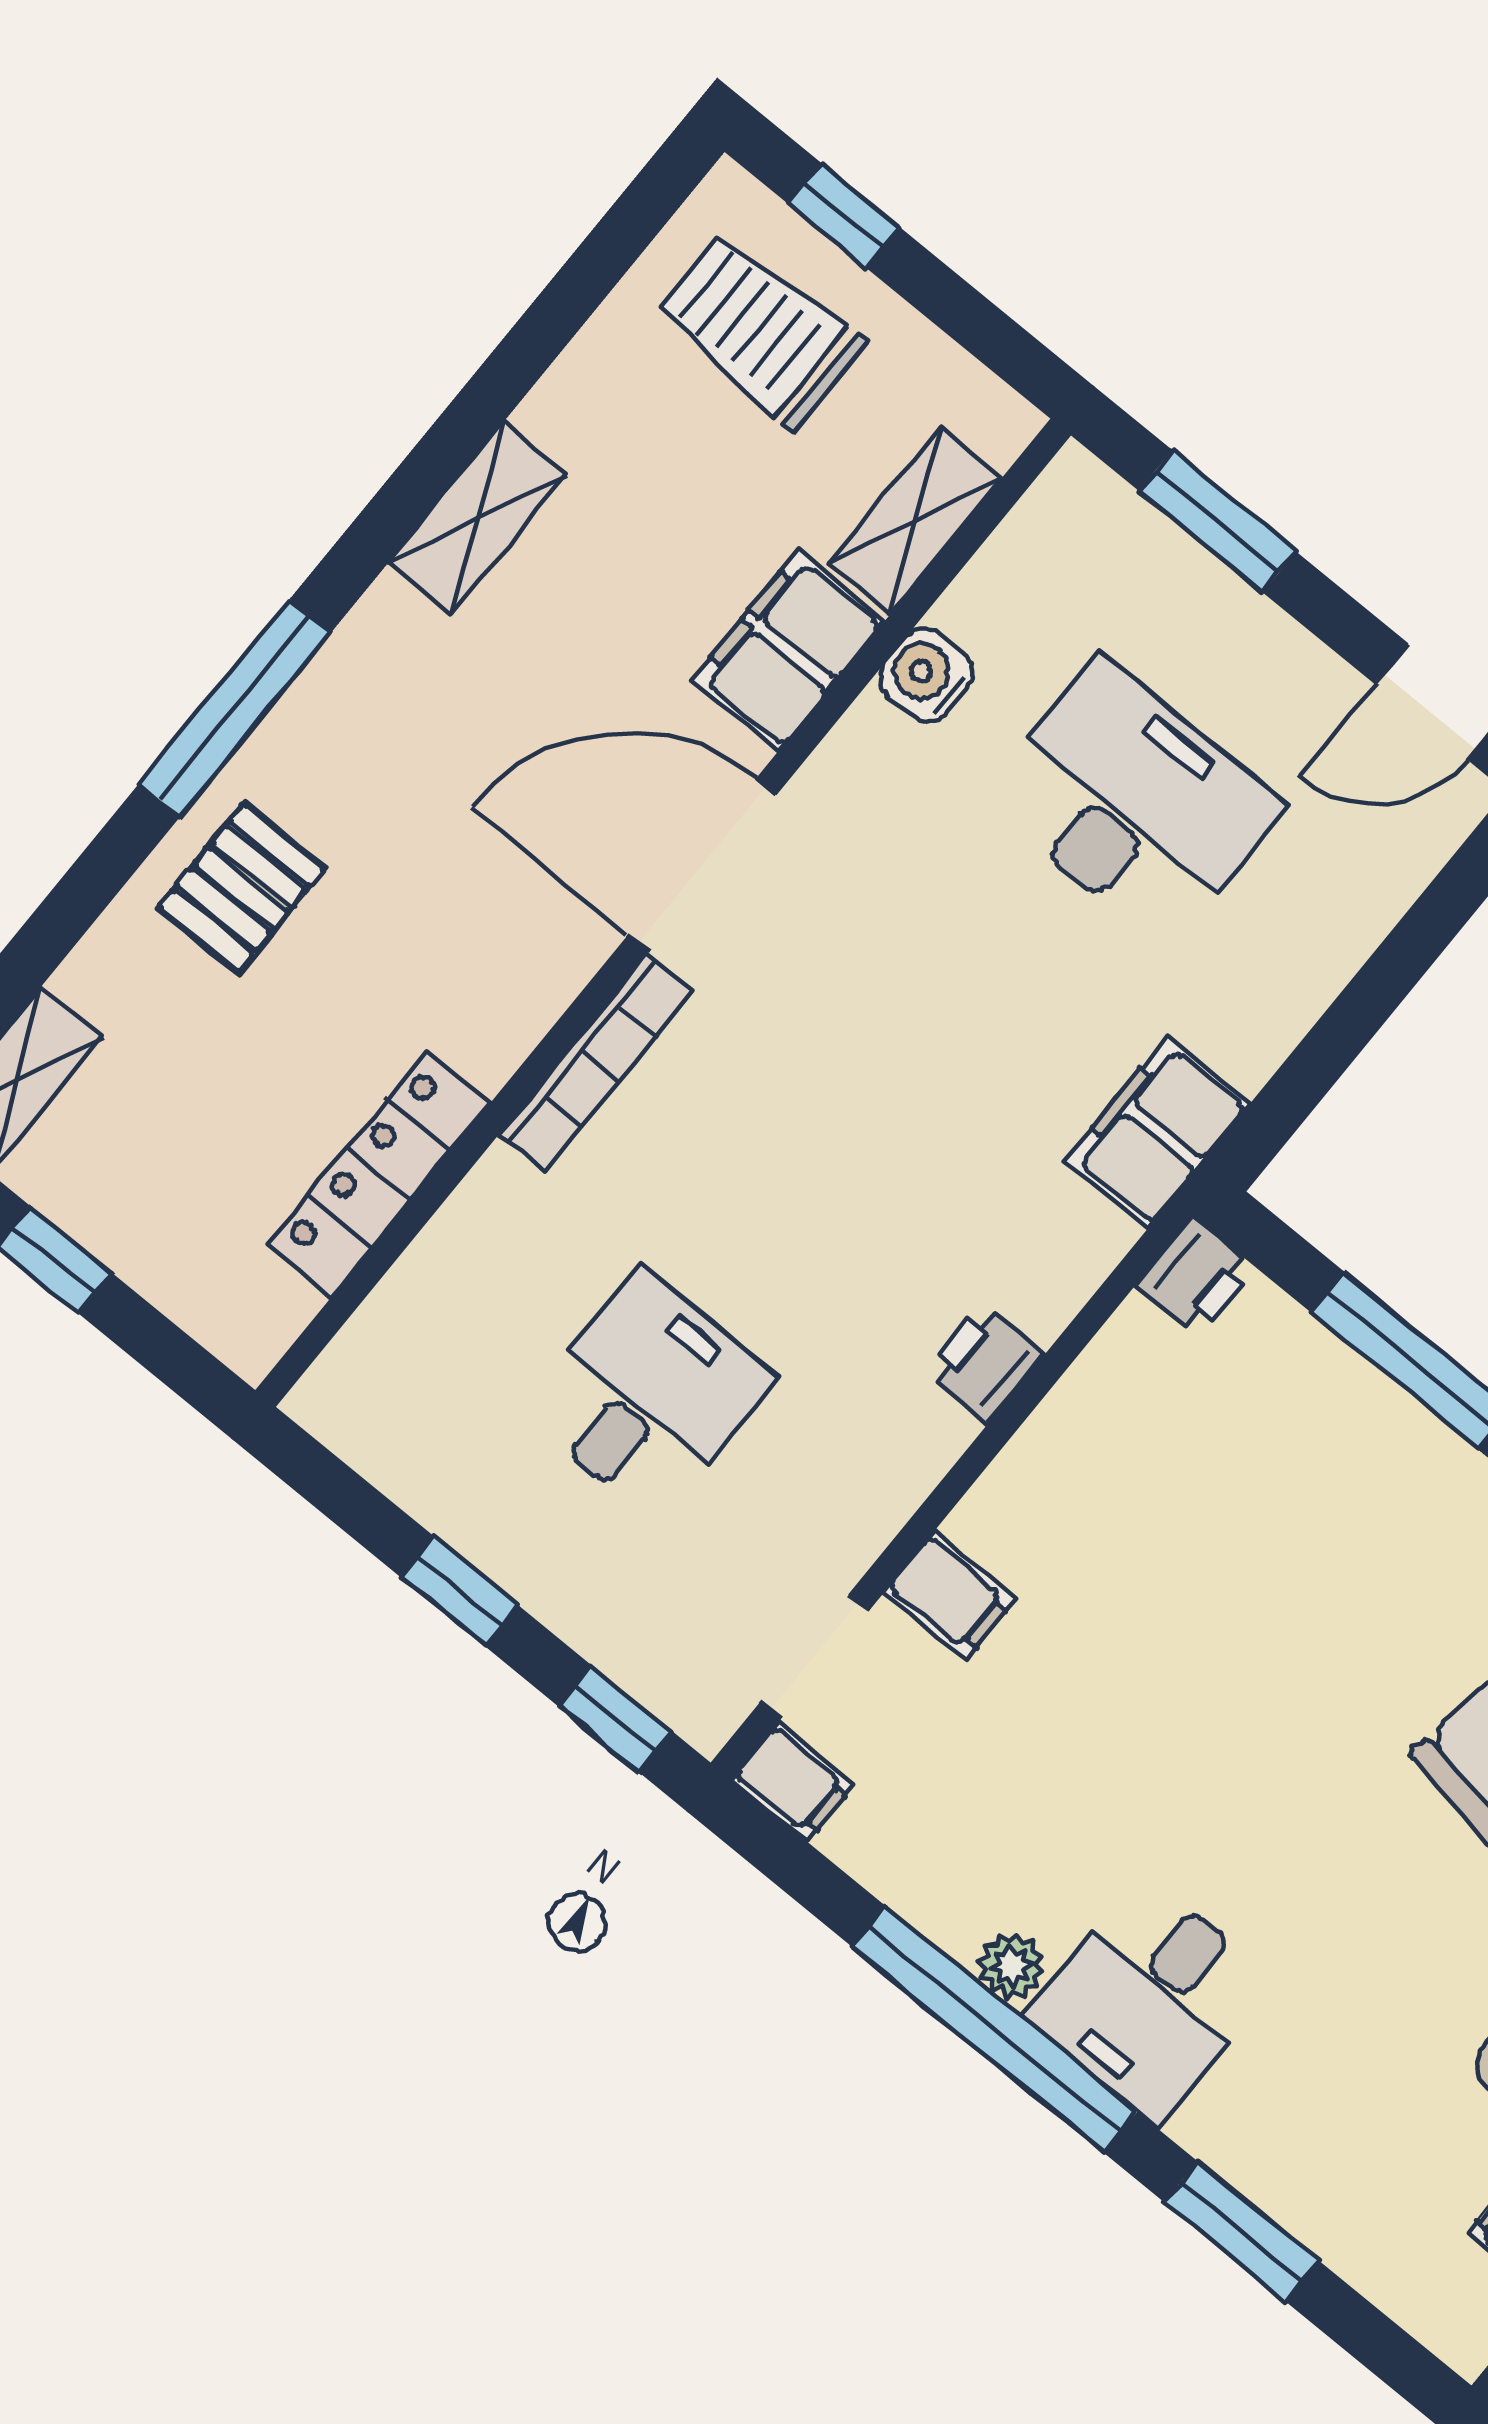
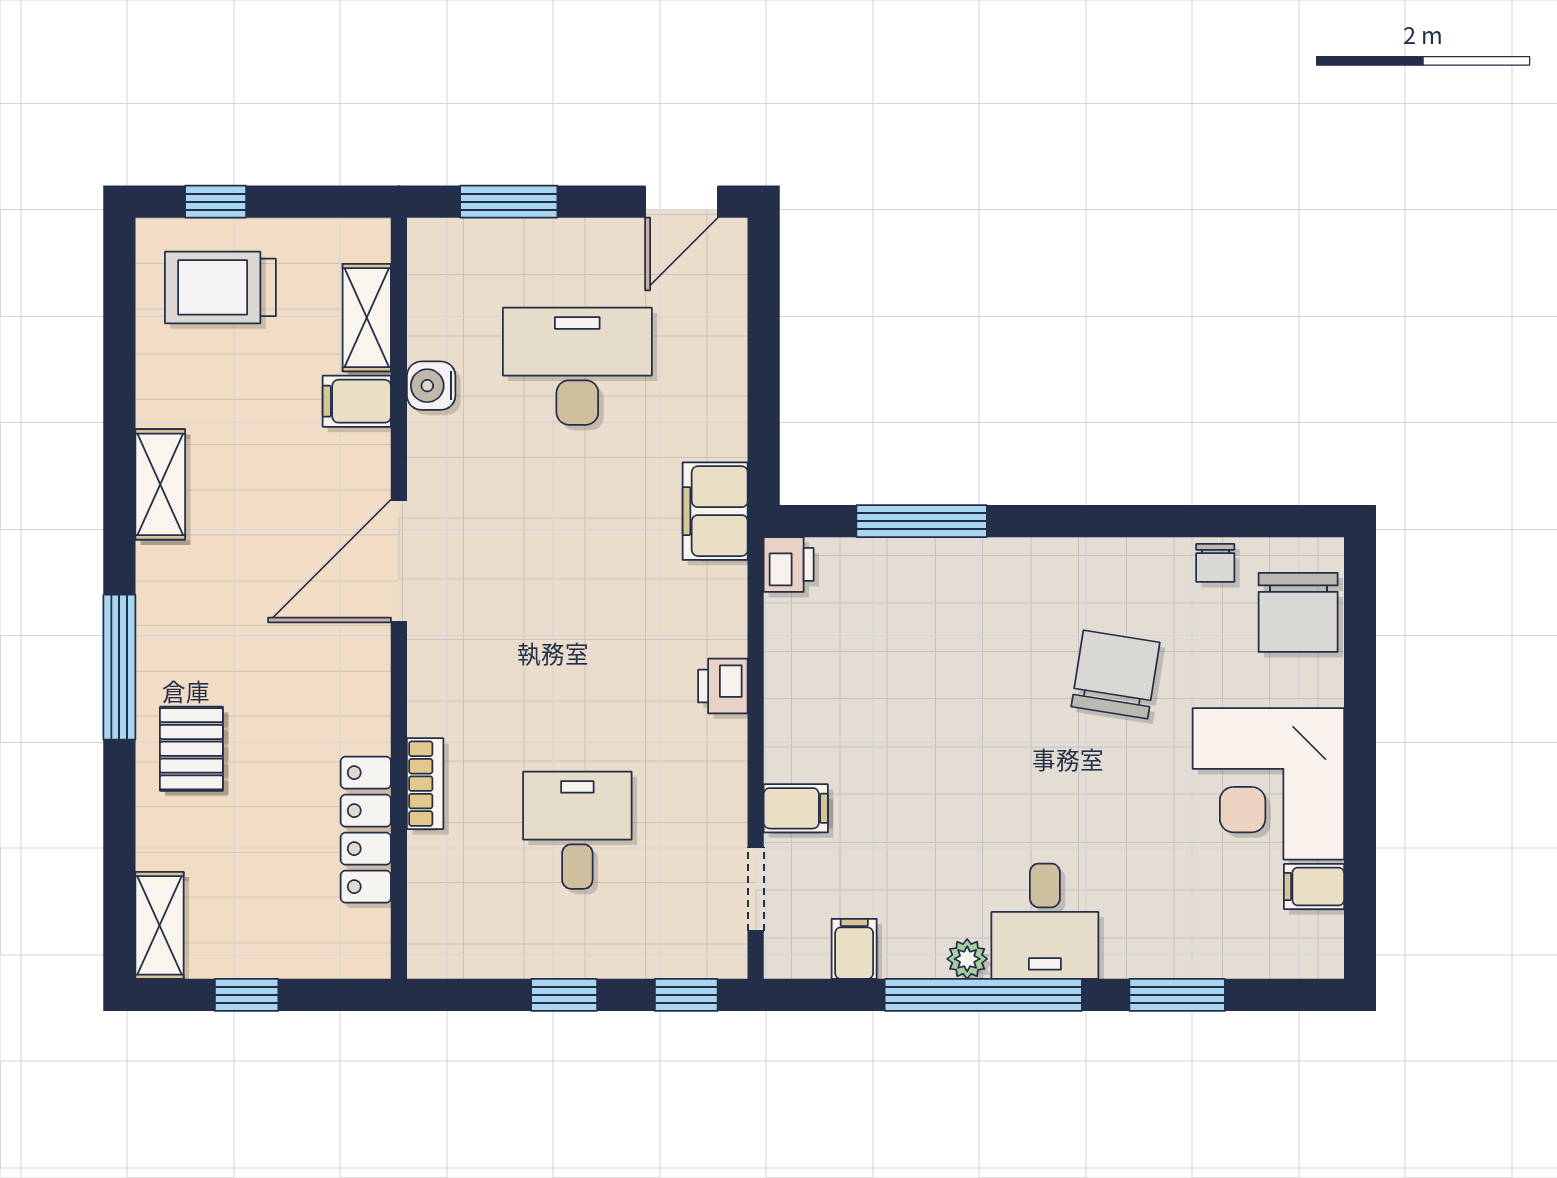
filing cabinet: (788, 650) -> (357, 401), width x0.50
bookcase: (596, 1063) -> (425, 784), moved, width x0.64
filing cabinet: (793, 1782) -> (854, 949), moved, turned -90

